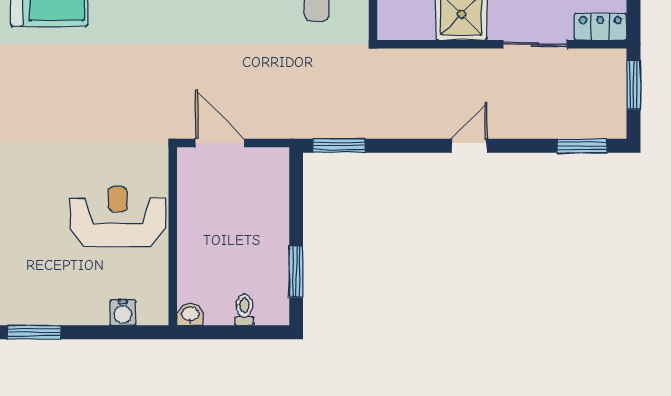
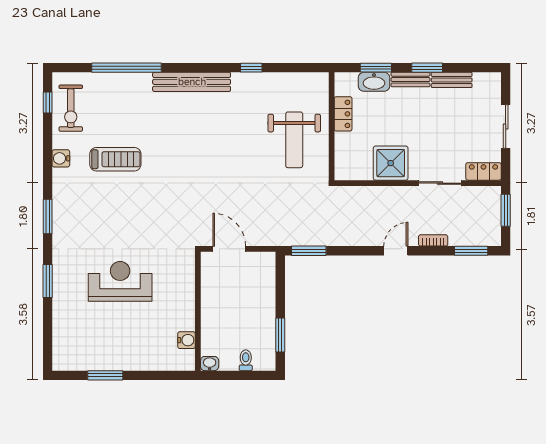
bookcase: (525, 130) -> (433, 240), added
reception desk: (118, 217) -> (120, 281), moved
water cooler: (123, 313) -> (186, 340), moved, turned -90

